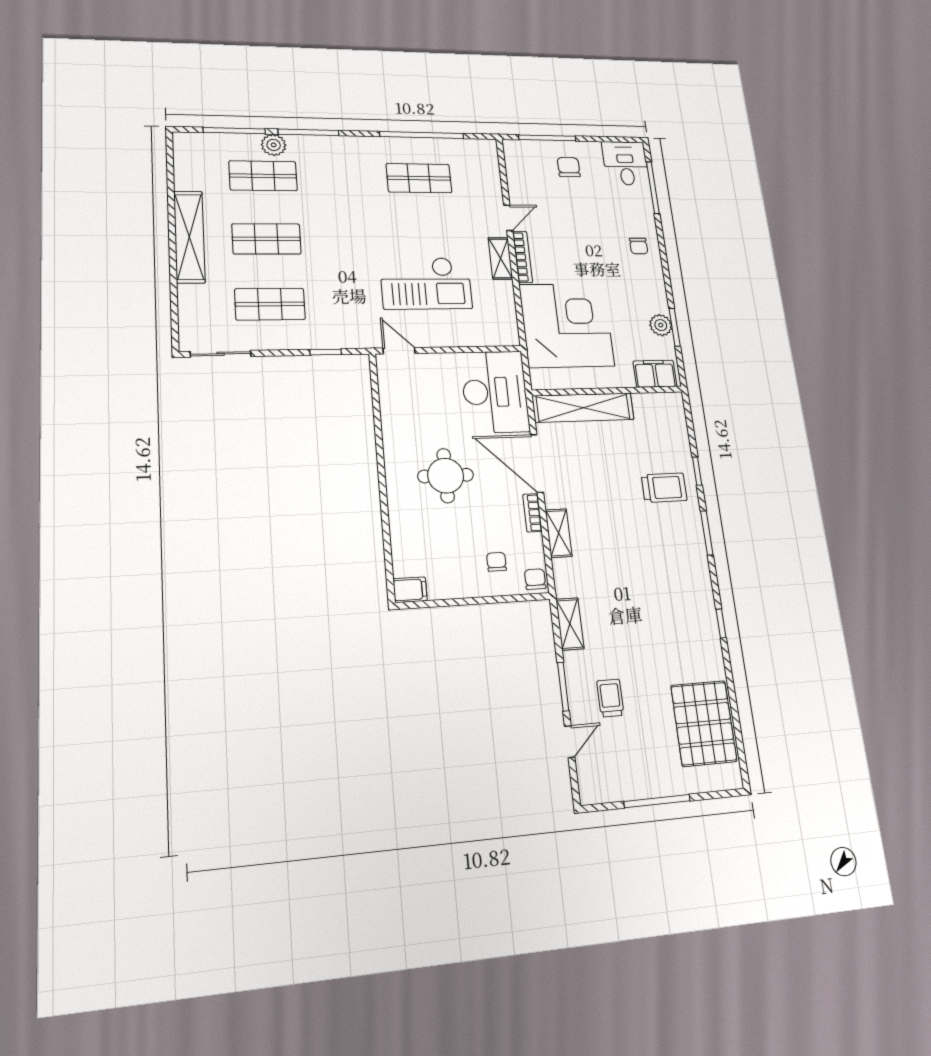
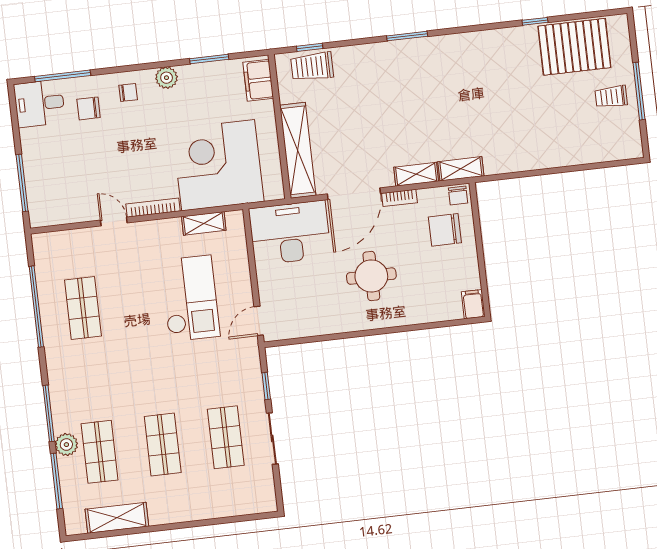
chair: (569, 167) -> (89, 108), moved
shelving: (189, 237) -> (117, 518), moved, width x0.68
shelving: (500, 258) -> (204, 223), moved
plant: (661, 325) -> (167, 78), moved
sliding door: (221, 354) -> (272, 439), moved
window: (697, 471) -> (310, 47), moved
trolley: (664, 488) -> (312, 67), moved, turned -90
chair: (496, 562) -> (445, 230), width x1.87, depth x1.87
chair: (535, 579) -> (458, 196), turned -90
window: (721, 623) -> (535, 21), moved
shelving: (570, 624) -> (461, 169), moved
window: (563, 687) -> (548, 171), removed
trolley: (610, 698) -> (611, 97), moved
door: (570, 742) -> (593, 166), removed

